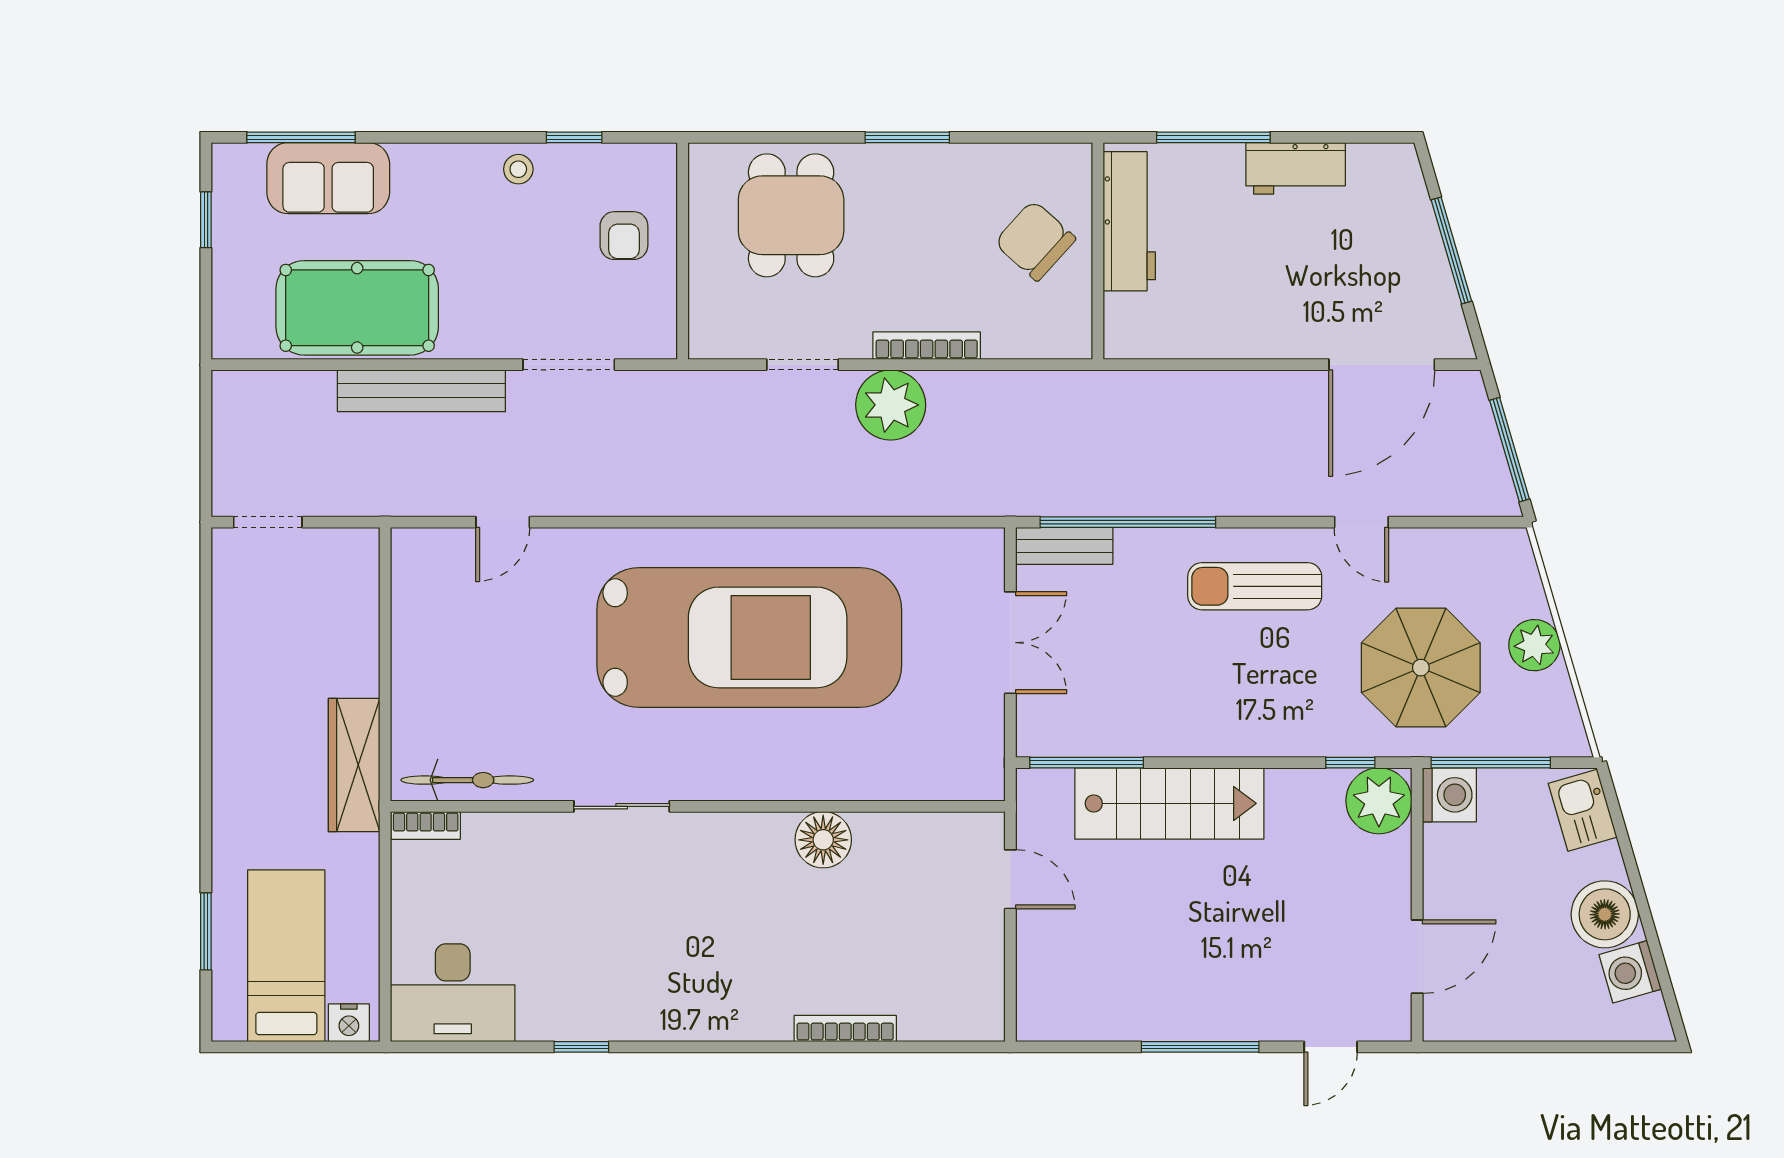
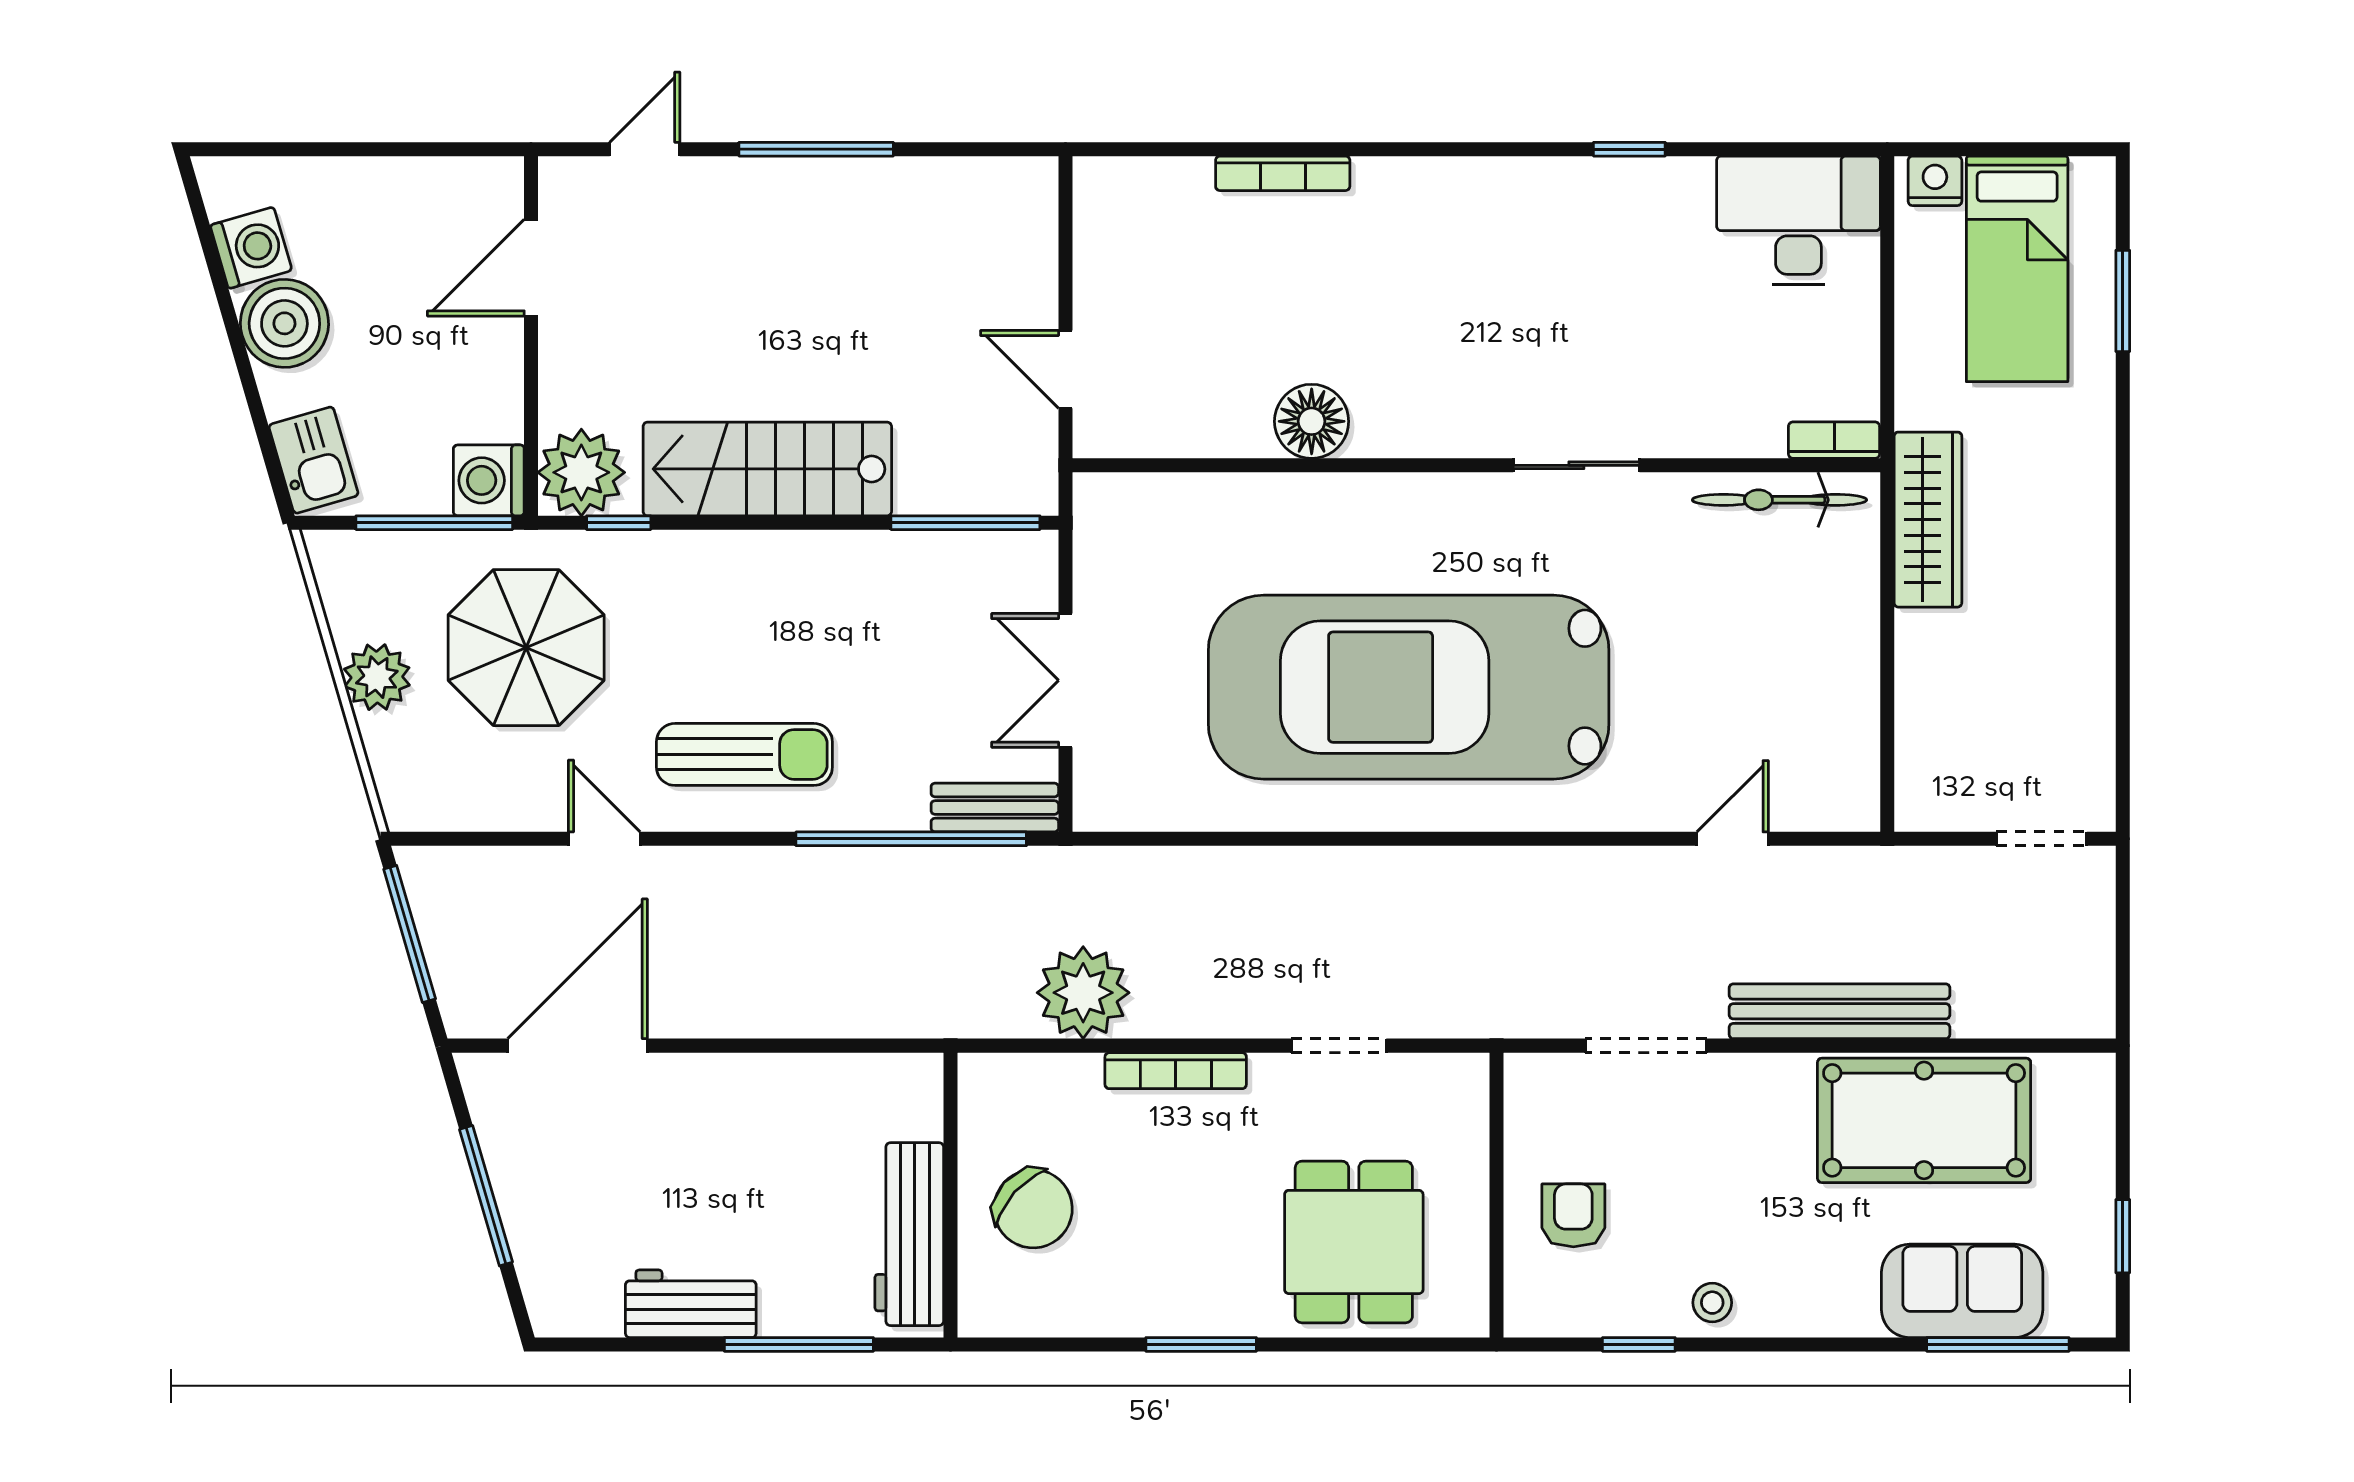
plant: (891, 405) -> (1083, 993), moved
stairs: (1169, 803) -> (767, 469), moved

